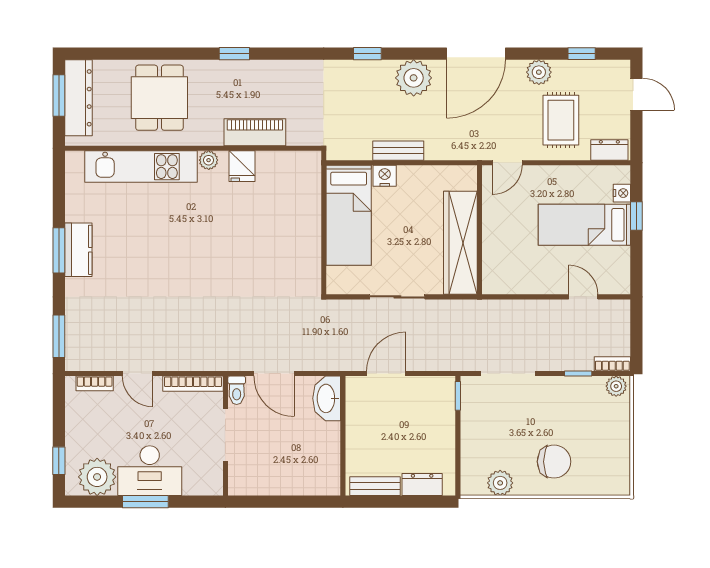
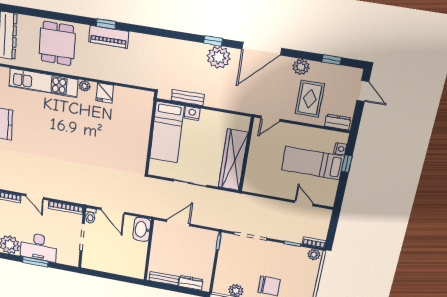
window: (367, 54) -> (213, 41), moved
piano: (255, 132) -> (109, 37), moved, turned 180
bench: (398, 151) -> (188, 97), moved

